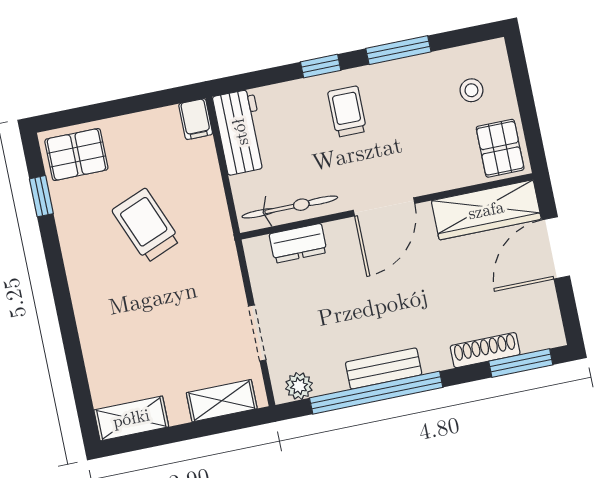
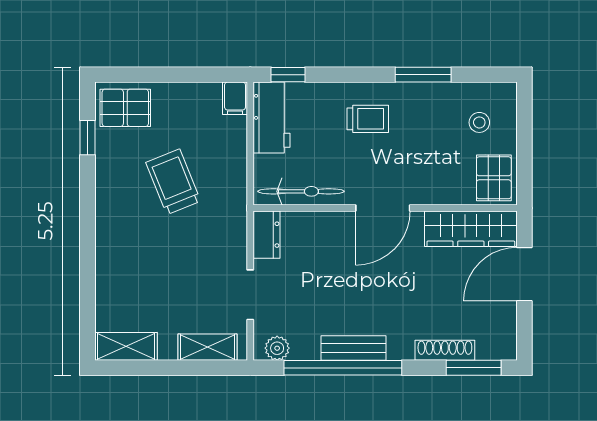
window: (321, 66) -> (288, 75), moved
trolley: (347, 112) -> (368, 119), turned 90
dresser: (298, 243) -> (267, 235), moved, turned -90

